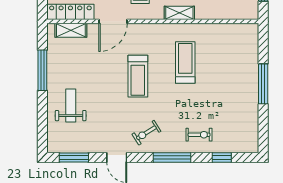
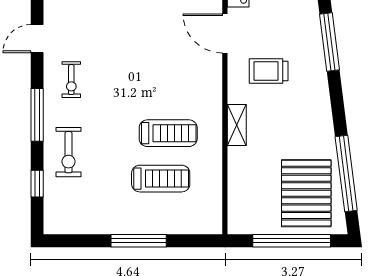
treadmill: (138, 76) -> (161, 179), moved, turned 180
exercise bike: (146, 133) -> (71, 80), turned -148
exercise bike: (199, 135) -> (68, 152), width x1.38, depth x1.39

